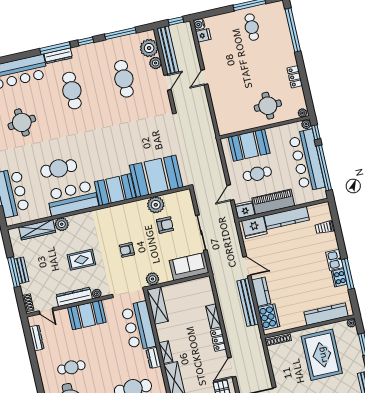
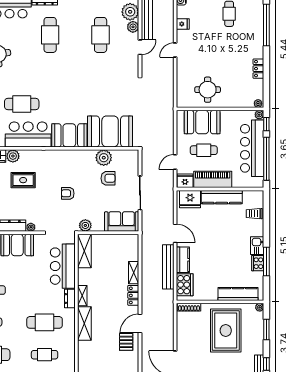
fridge: (203, 35) -> (183, 24), moved
round table: (268, 106) -> (208, 90), moved
rug: (81, 260) -> (23, 180), moved

